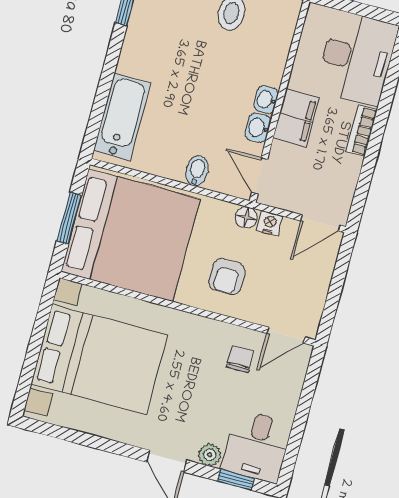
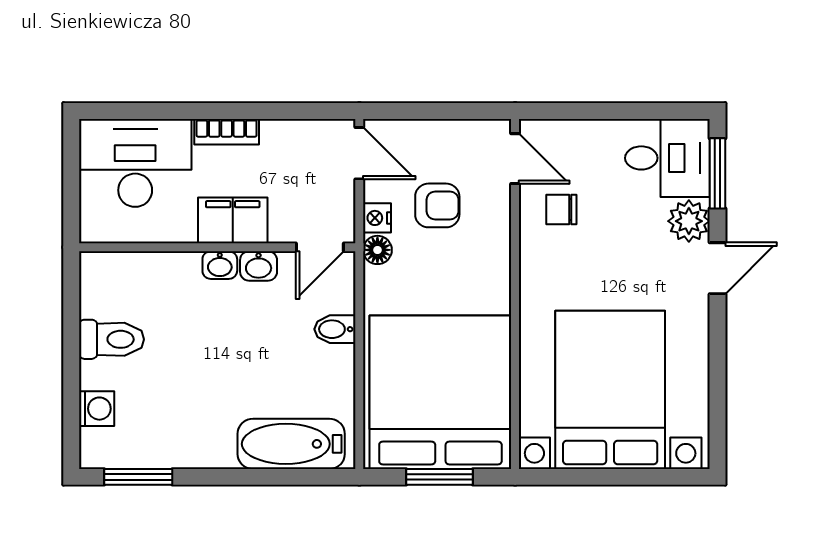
armchair: (227, 277) -> (437, 205), moved
plant: (210, 455) -> (689, 221), width x1.38, depth x1.38
window: (236, 480) -> (717, 173), width x1.50

